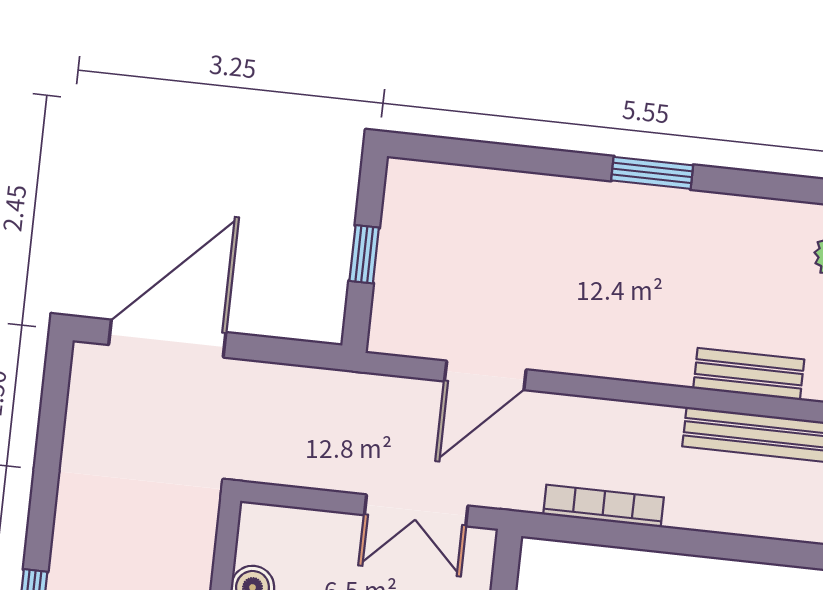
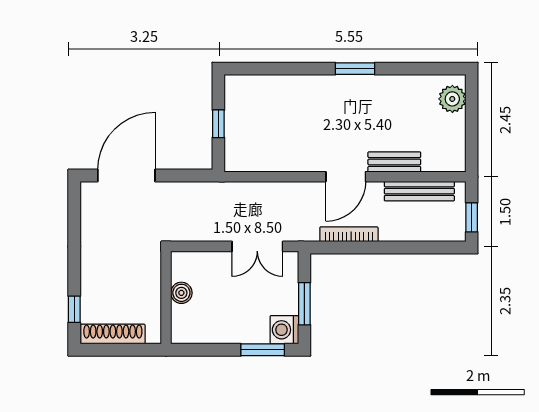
bench: (749, 374) -> (394, 162), moved
door: (485, 375) -> (346, 177), moved

